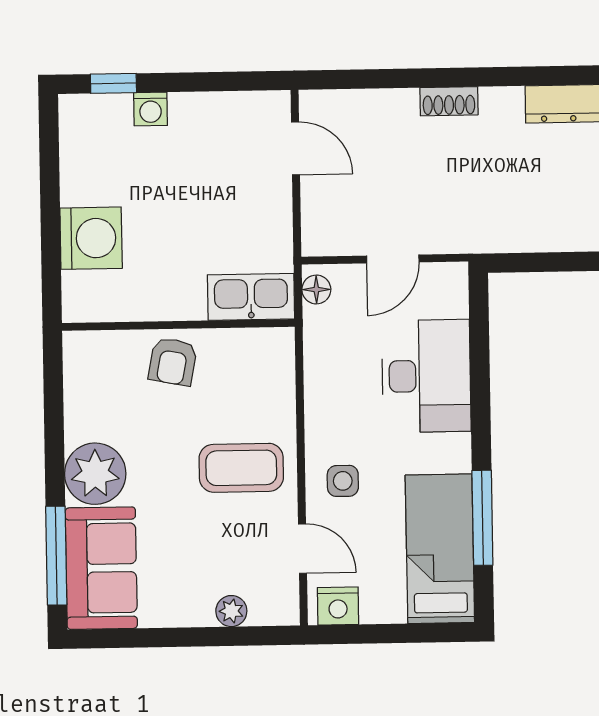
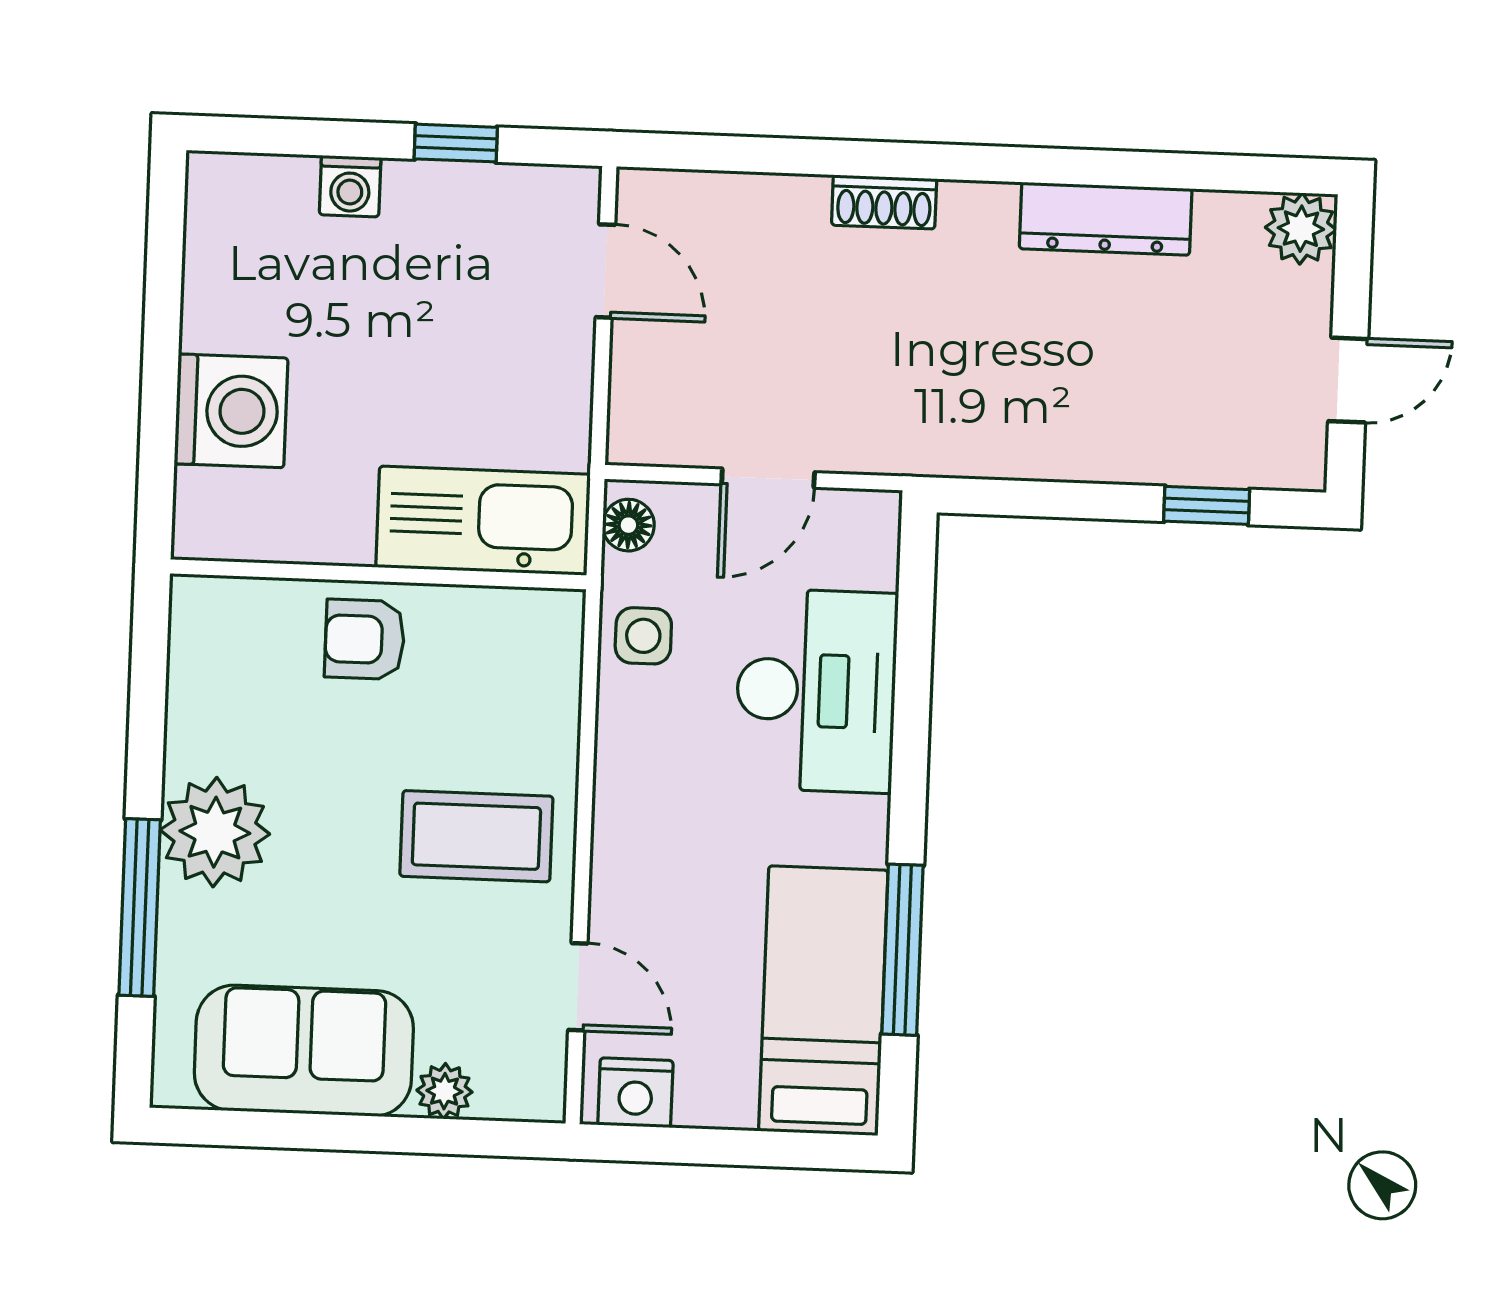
window: (113, 83) -> (456, 143), moved
kitchen sink: (251, 297) -> (483, 521), width x1.36, depth x1.24
armchair: (173, 361) -> (365, 639), turned 79
side table: (343, 481) -> (643, 636), moved
window: (56, 556) -> (140, 908), moved
sofa: (101, 568) -> (304, 1051), moved, turned -90

